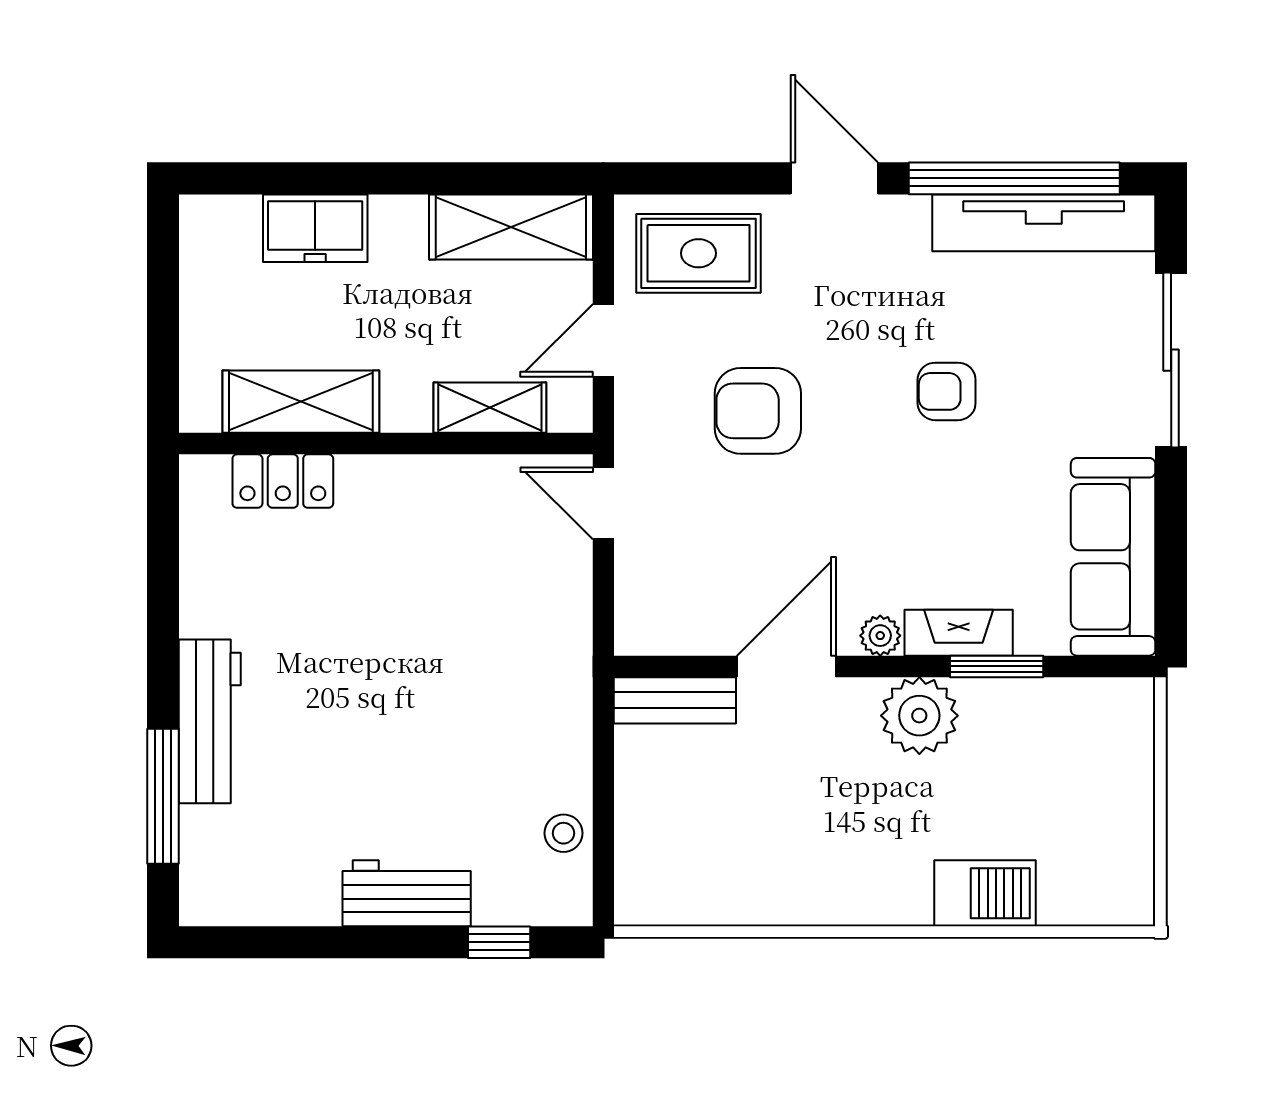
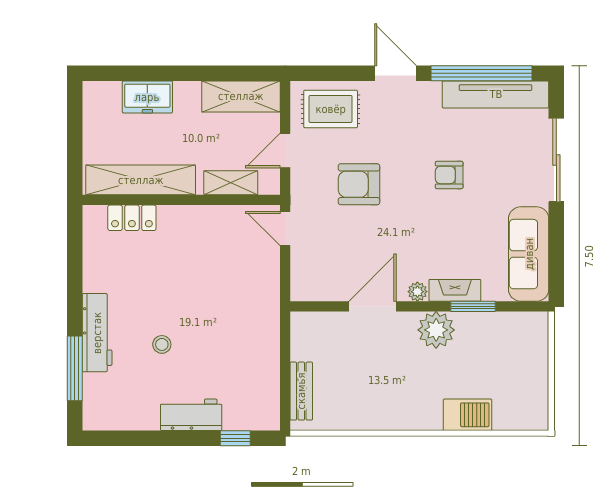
shelving: (301, 402) -> (141, 180), width x1.47
bench: (675, 700) -> (301, 391), moved, turned 90
stool: (563, 833) -> (162, 344), moved

